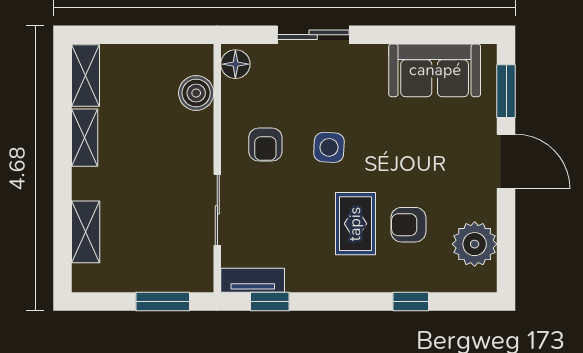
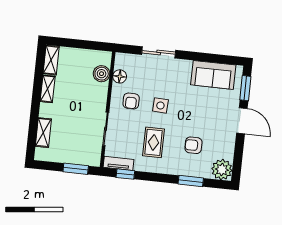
floor lamp: (235, 64) -> (120, 76), moved
rug: (355, 224) -> (153, 142), moved
plant: (475, 244) -> (222, 170), moved
window: (411, 302) -> (191, 181), width x1.50

